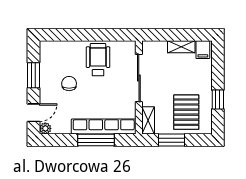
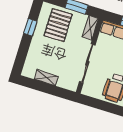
filing cabinet: (203, 50) -> (30, 70), removed

